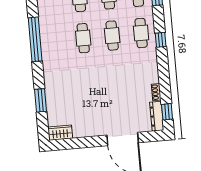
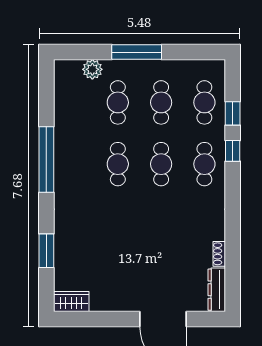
window: (161, 40) -> (233, 151), moved
window: (167, 112) -> (233, 284), removed

